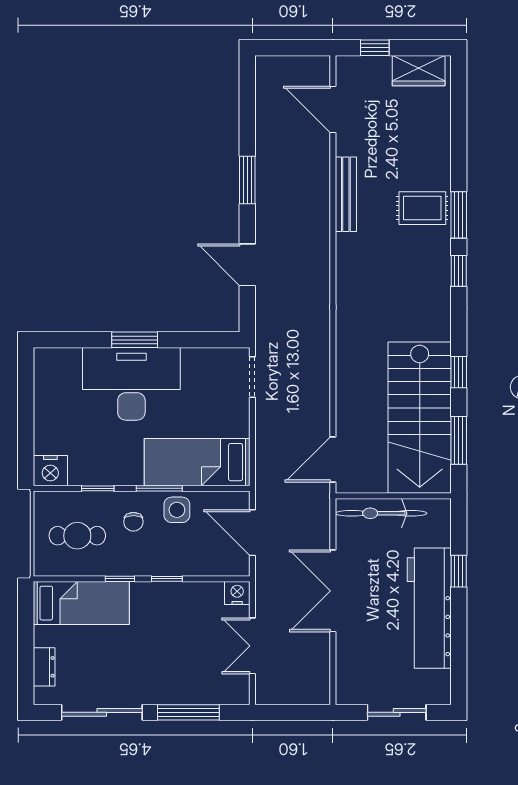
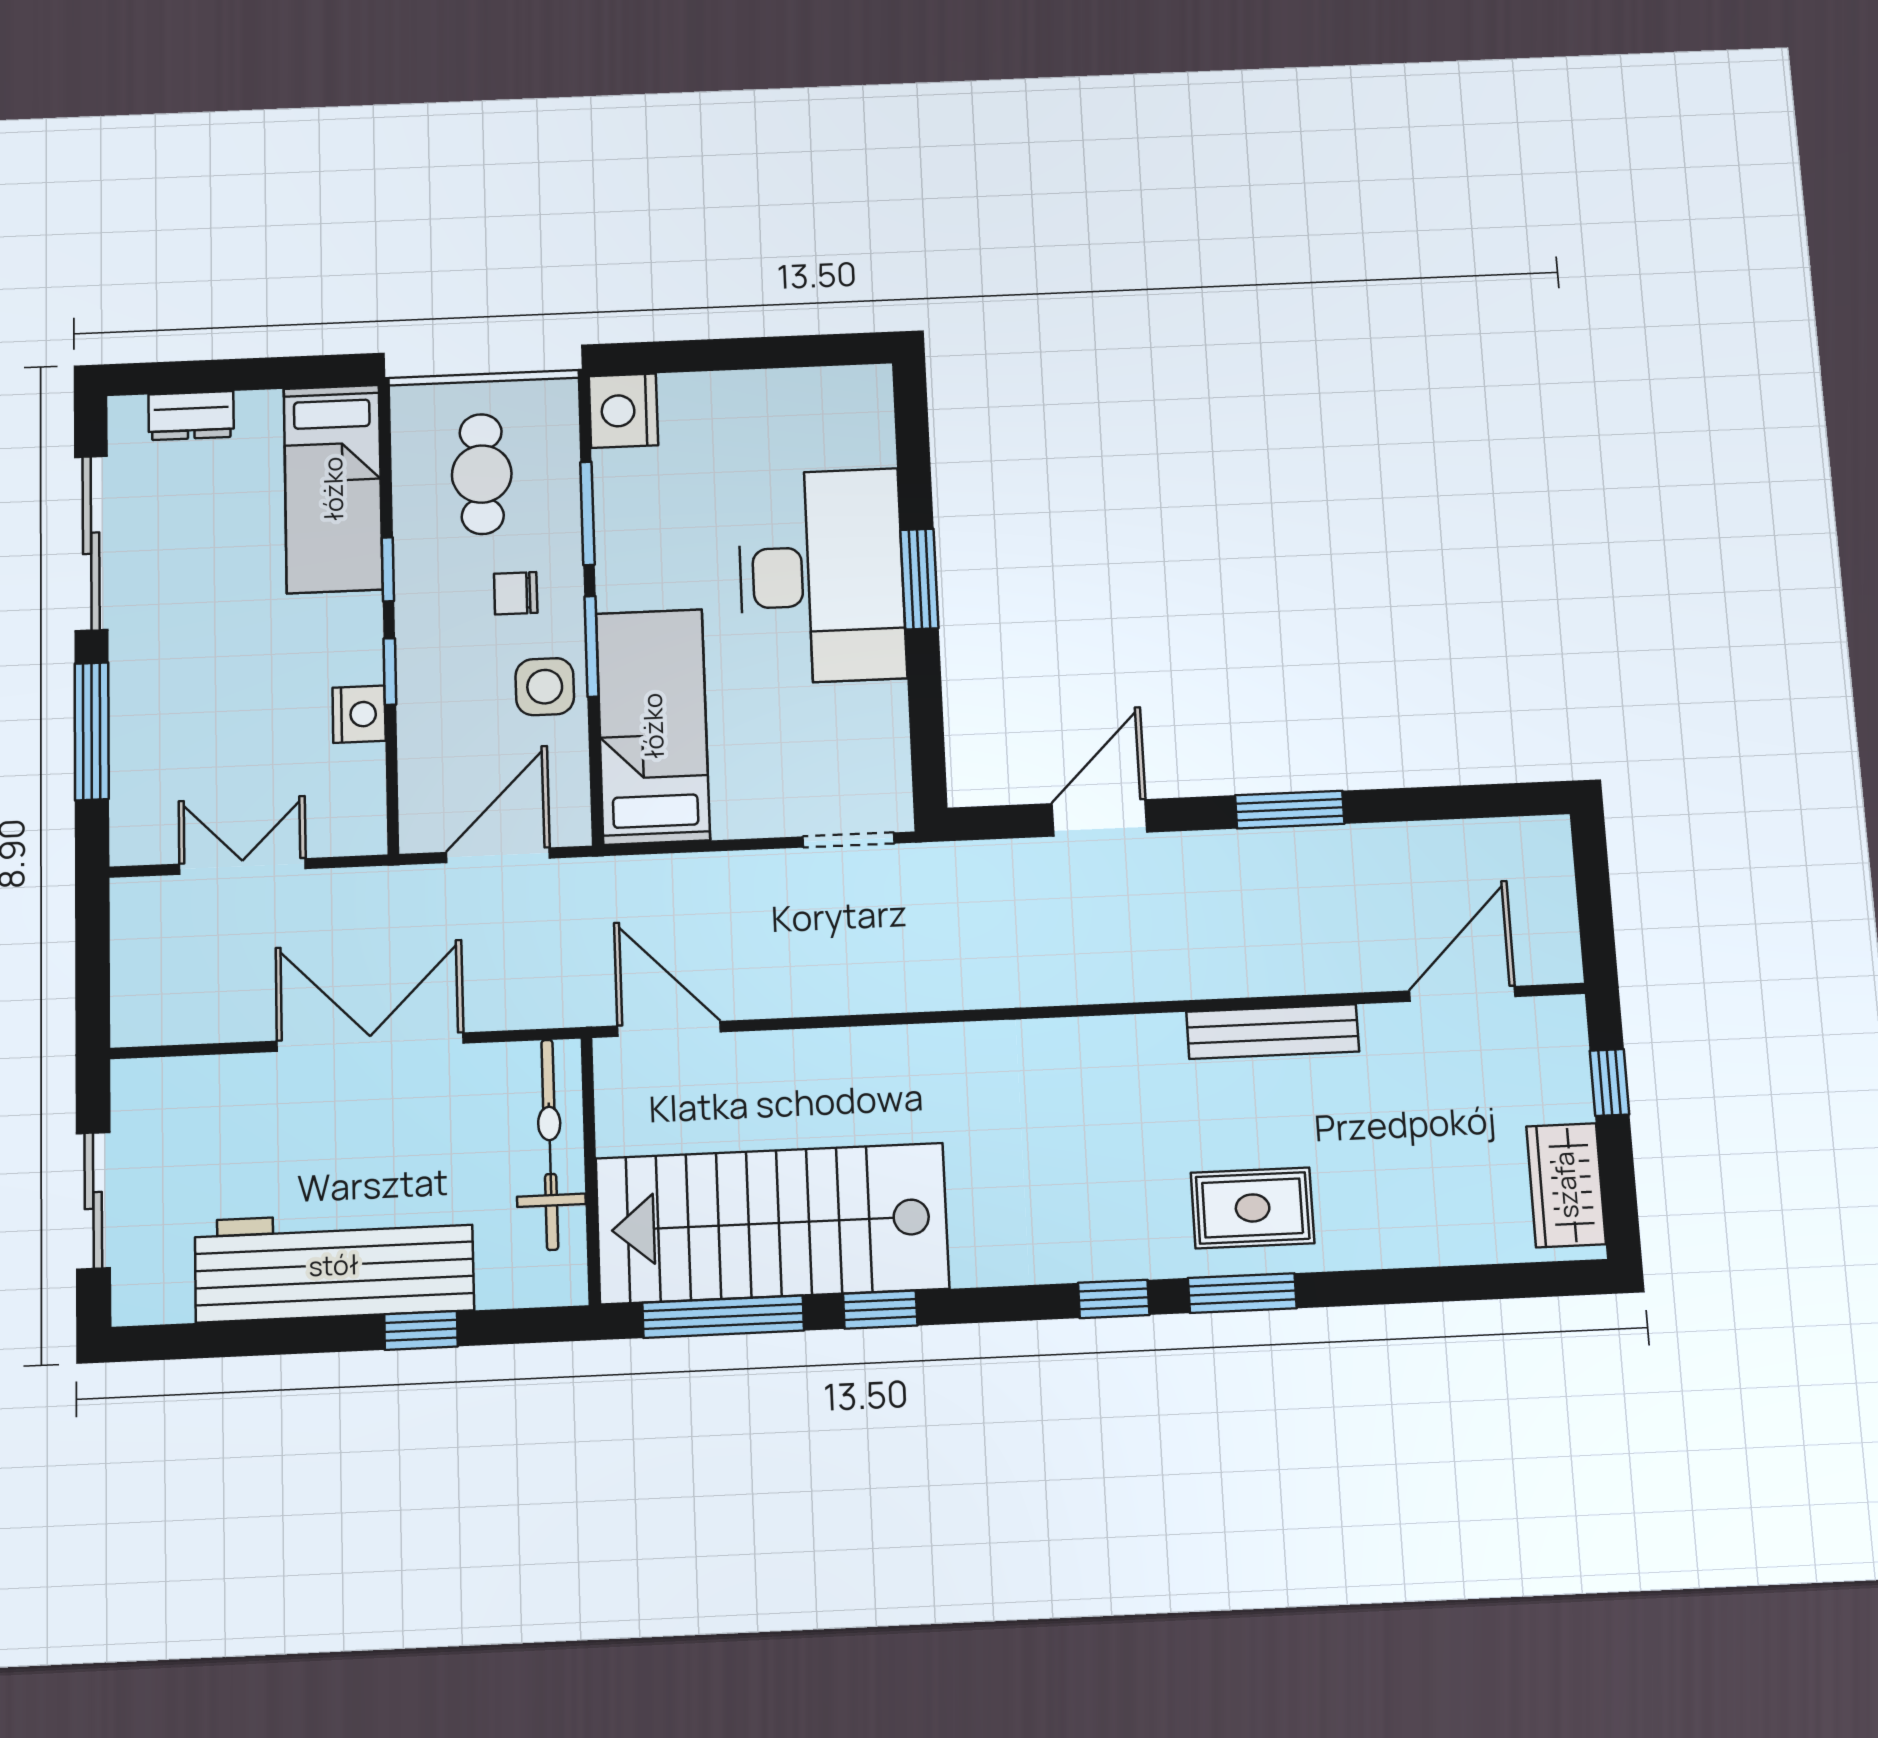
rug: (422, 208) -> (1253, 1208), turned 90
window: (459, 440) -> (723, 1317), width x1.44
window: (98, 488) -> (587, 513), width x1.50
nightstand: (237, 593) -> (359, 714), moved

